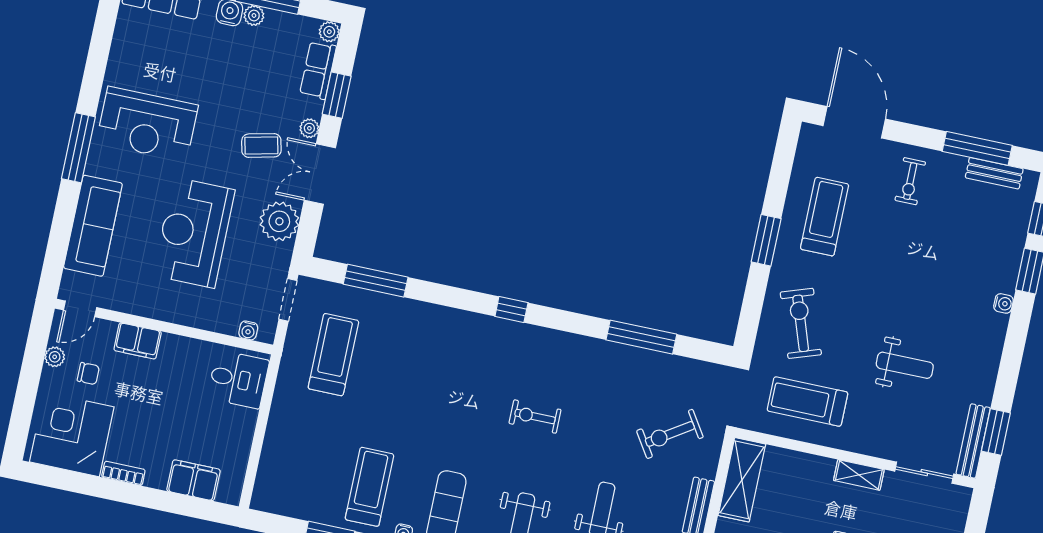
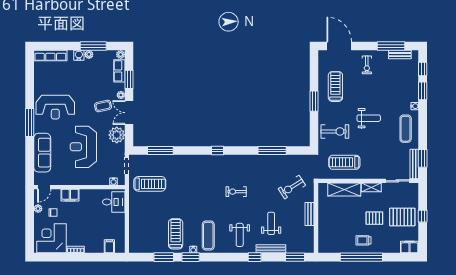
exercise bike: (801, 323) -> (335, 131), turned 109
exercise mat: (970, 352) -> (406, 129), added
treadmill: (333, 355) -> (150, 184), turned 90
weight bench: (905, 365) -> (369, 118), moved
filing cabinet: (193, 480) -> (109, 246), width x0.50
shelving: (742, 480) -> (344, 190), moved, turned 90

